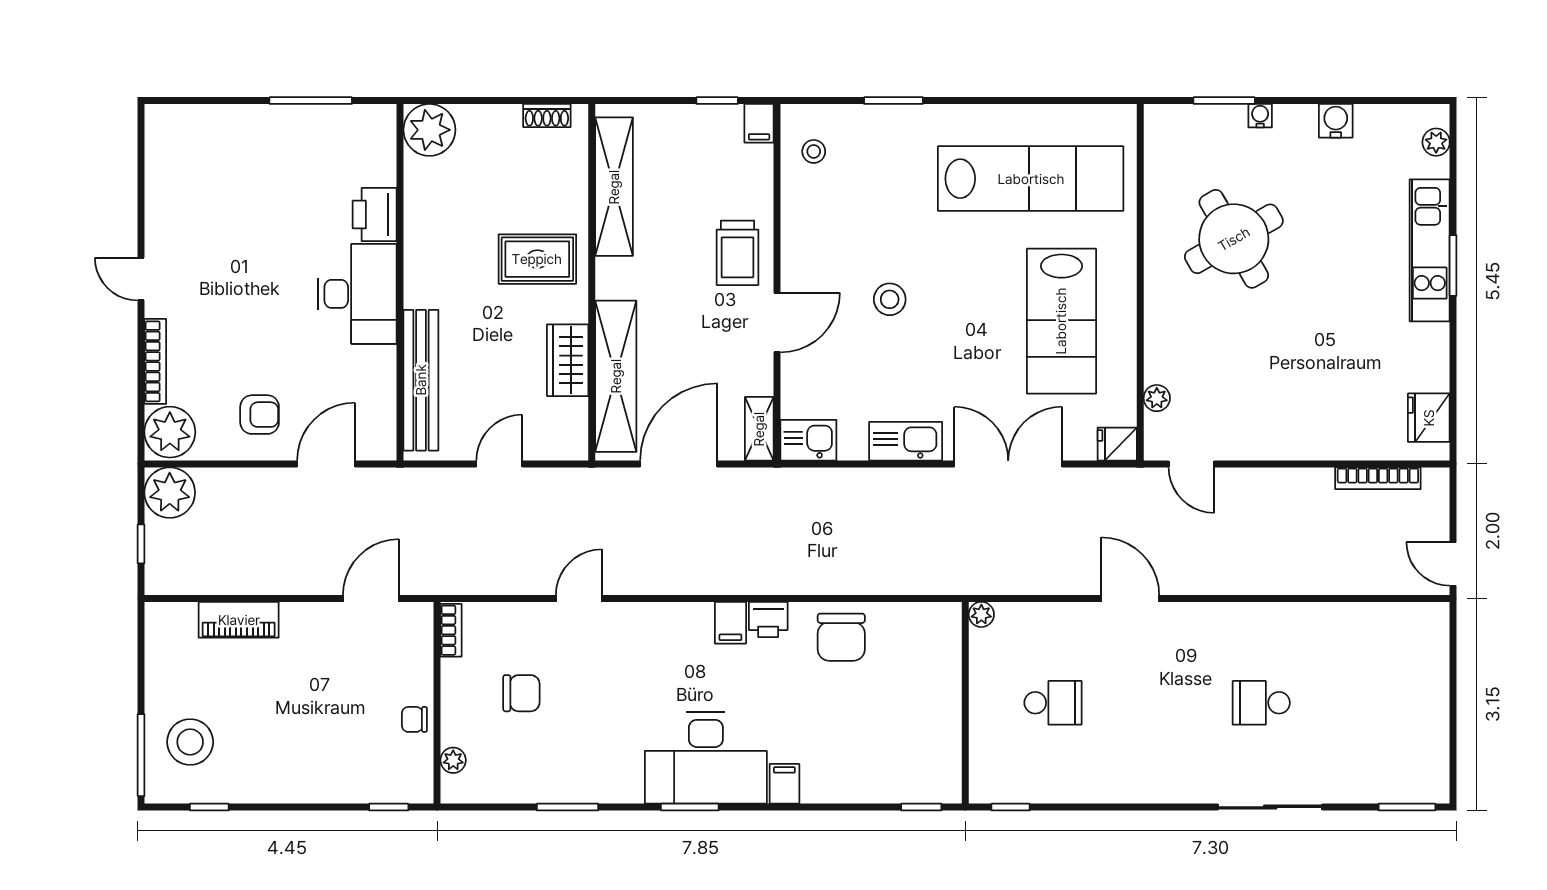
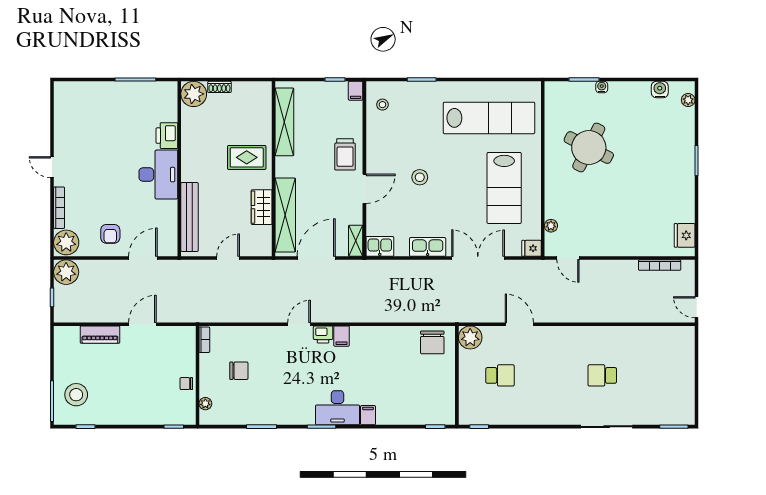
shoe rack: (547, 116) -> (219, 87), moved
water cooler: (1336, 121) -> (660, 90), moved
round table: (1234, 239) -> (589, 148), turned -33
kitchen unit: (1430, 250) -> (685, 153), removed
armchair: (260, 415) -> (110, 234), turned 90
door: (371, 598) -> (142, 324), moved
door: (579, 598) -> (299, 324), moved
door: (1130, 598) -> (519, 324), moved
plant: (981, 614) -> (470, 337), width x1.88, depth x1.88
printer: (768, 619) -> (323, 334), moved
chair: (841, 637) -> (432, 342), moved
desk: (706, 758) -> (337, 408), width x0.73, depth x0.77

